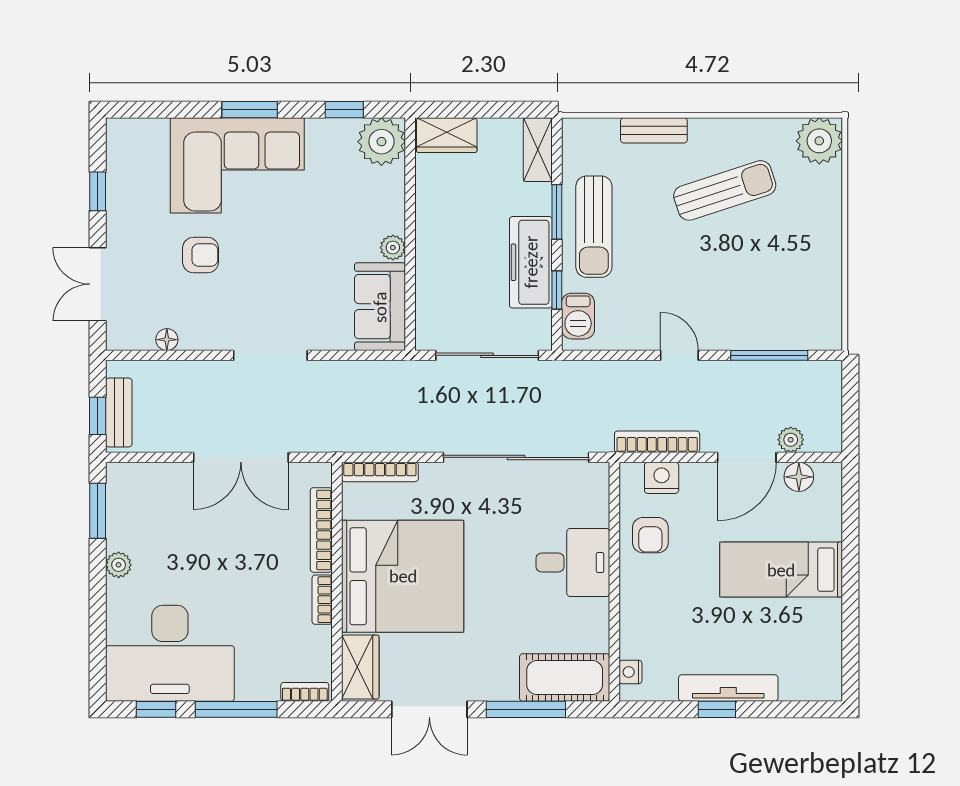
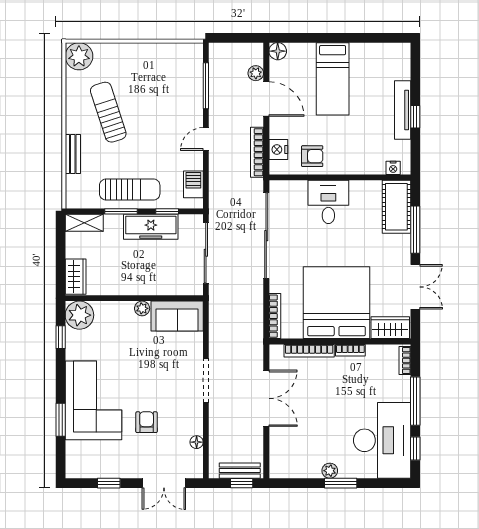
window: (250, 110) -> (61, 420), moved
barbecue: (578, 316) -> (193, 184), moved, turned -90
floor lamp: (799, 477) -> (278, 51), moved
window: (98, 511) -> (341, 483), moved

